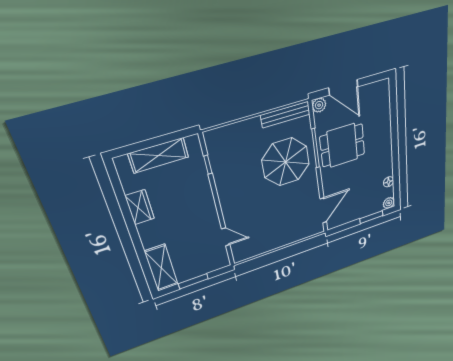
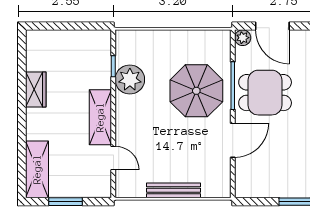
bench: (285, 115) -> (174, 190), moved
shelving: (159, 155) -> (100, 117), moved, turned 90
plant: (226, 171) -> (130, 80), added
door: (323, 210) -> (233, 140), moved

